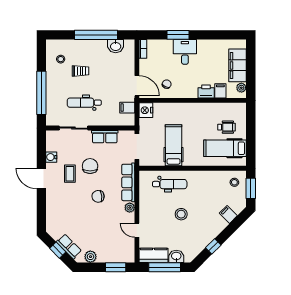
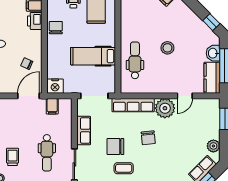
chair: (200, 111) -> (56, 28), added
plant: (130, 208) -> (165, 108), width x1.88, depth x1.88
window: (213, 246) -> (211, 22), moved

